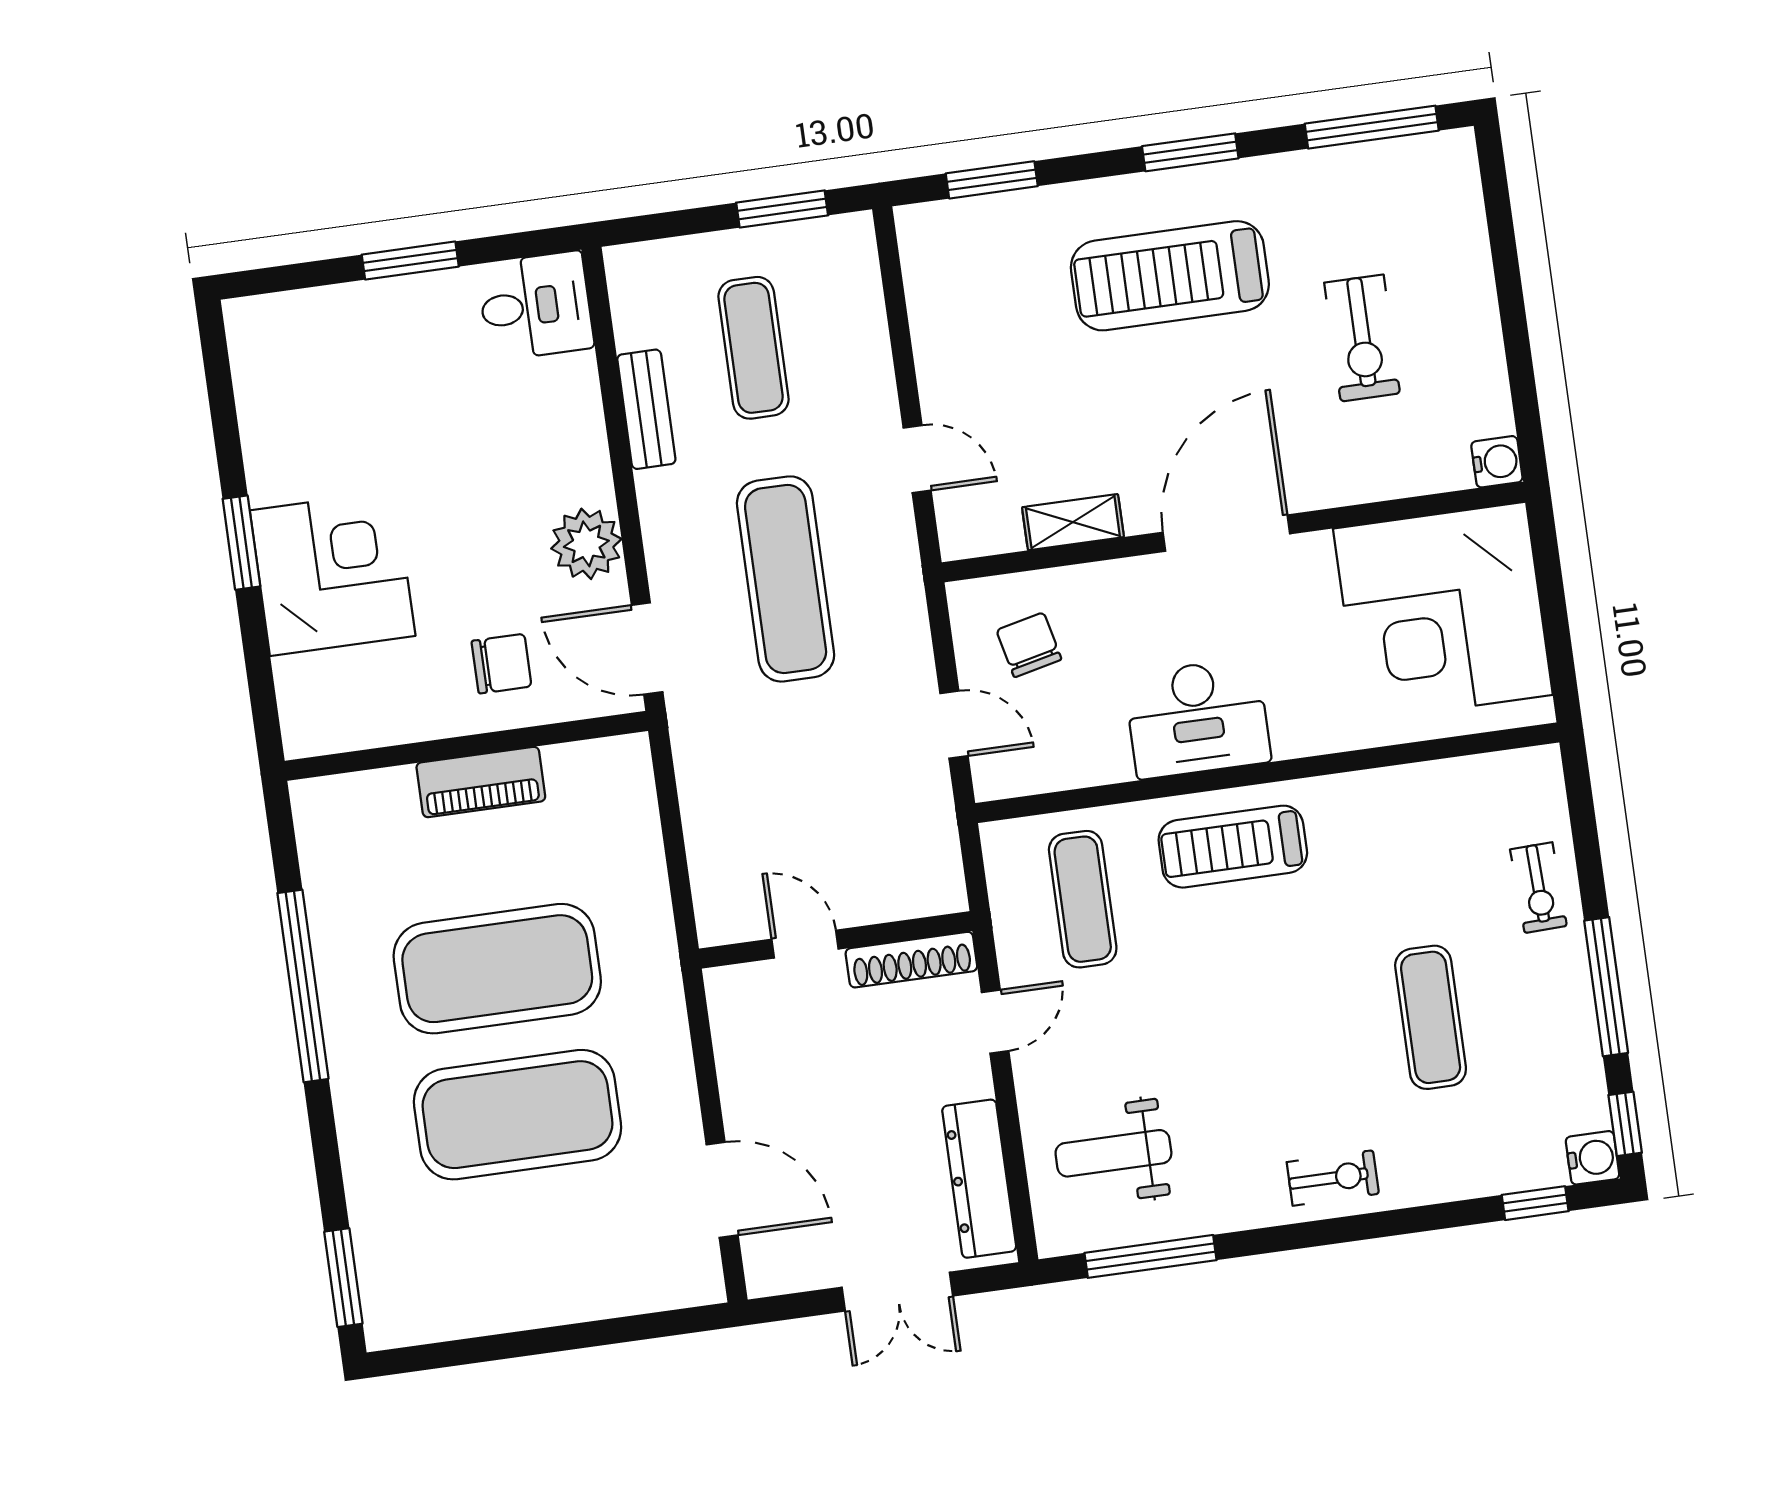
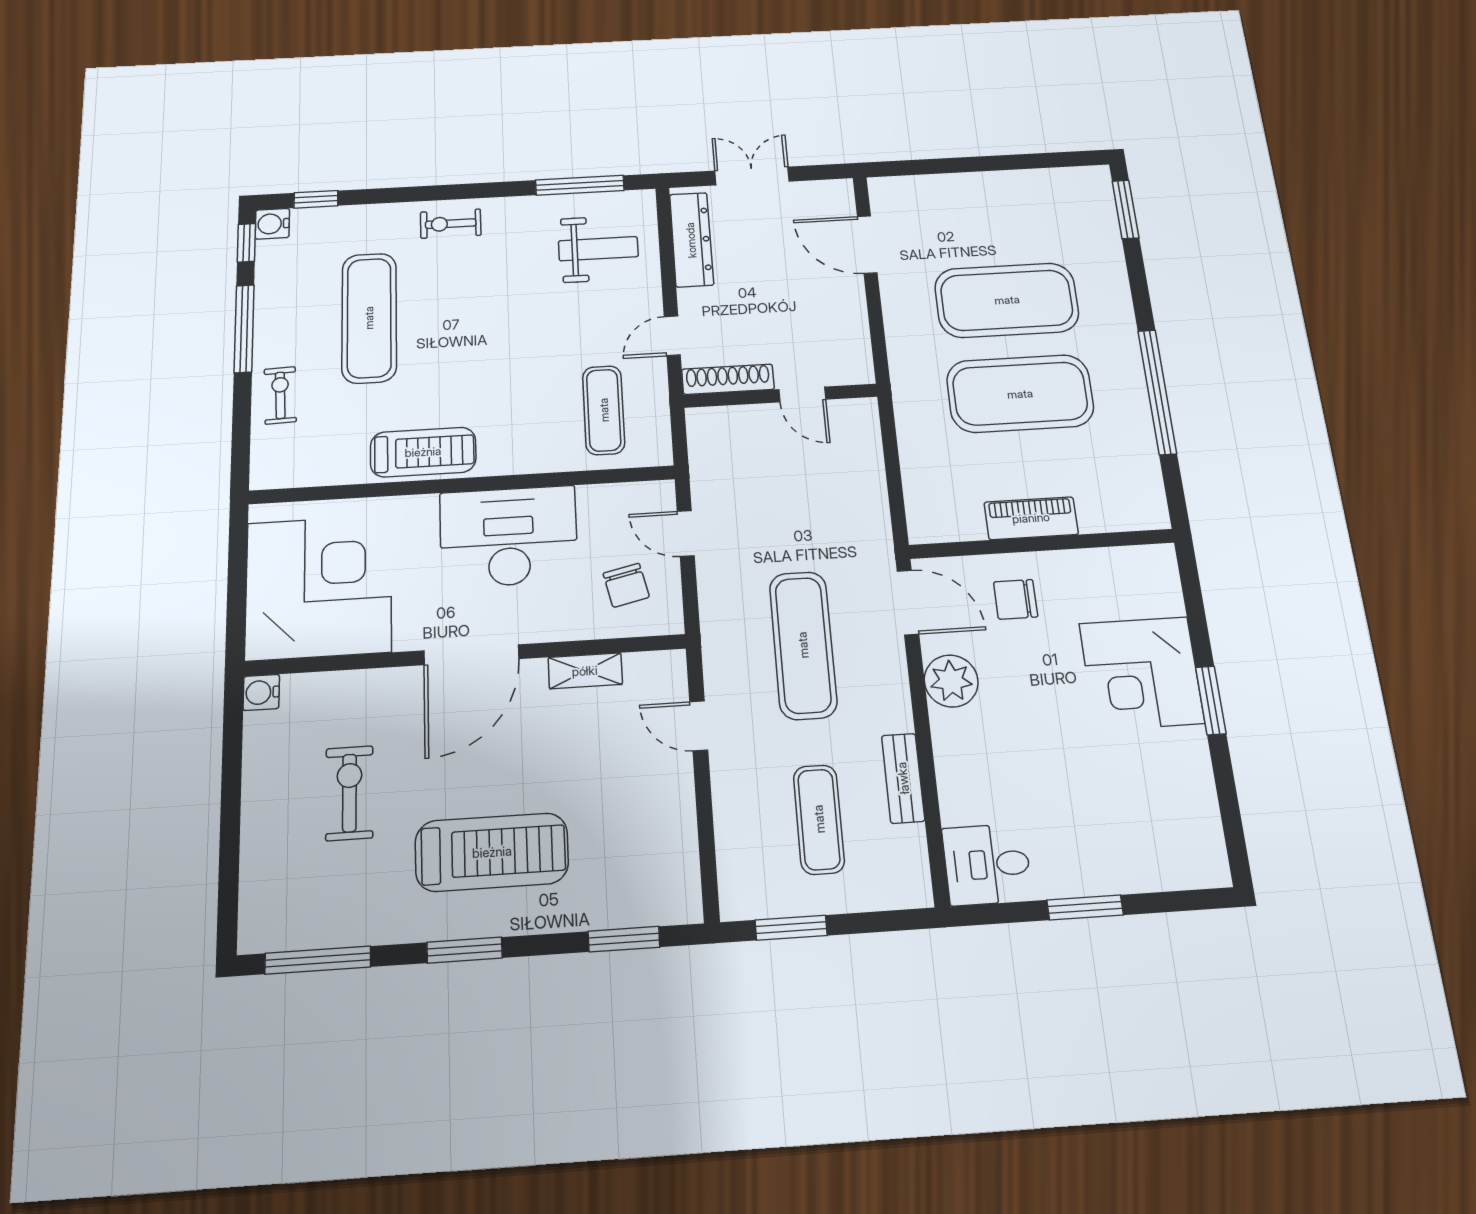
desk: (1197, 718) -> (509, 537), width x1.36, depth x1.30
treadmill: (1233, 847) -> (423, 452), moved
exercise mat: (1431, 1017) -> (369, 318), width x1.36, depth x1.45

